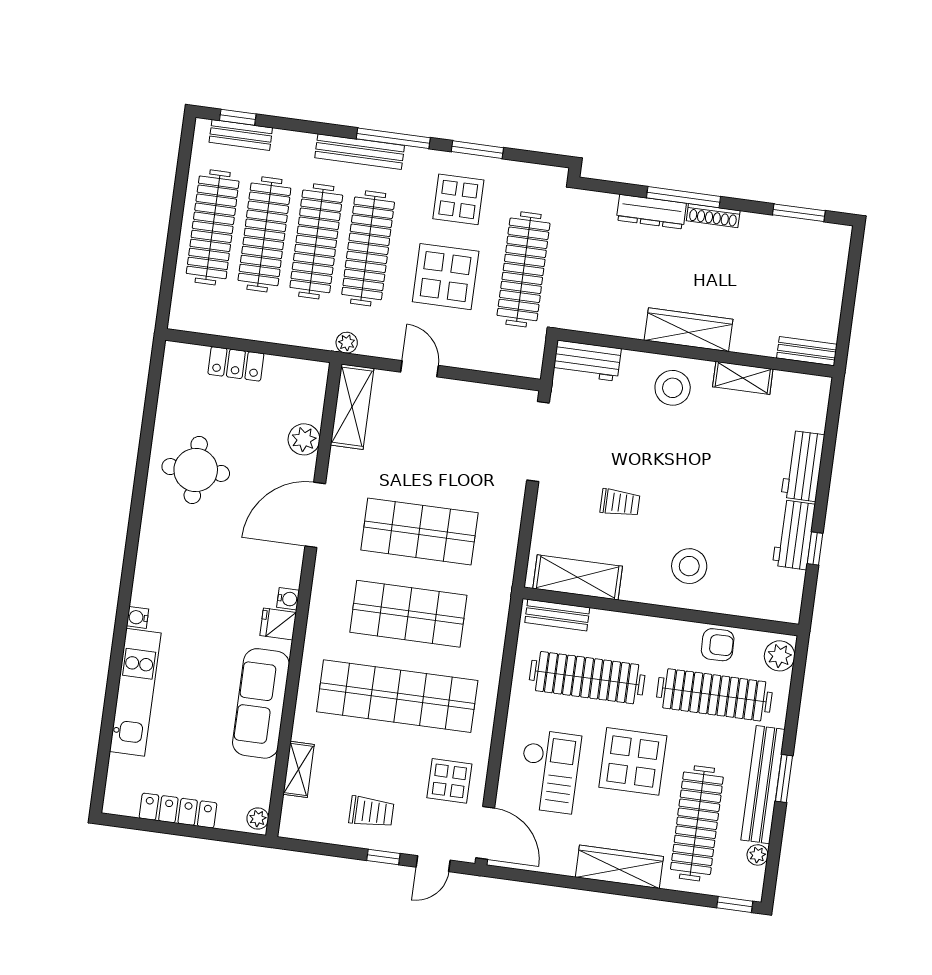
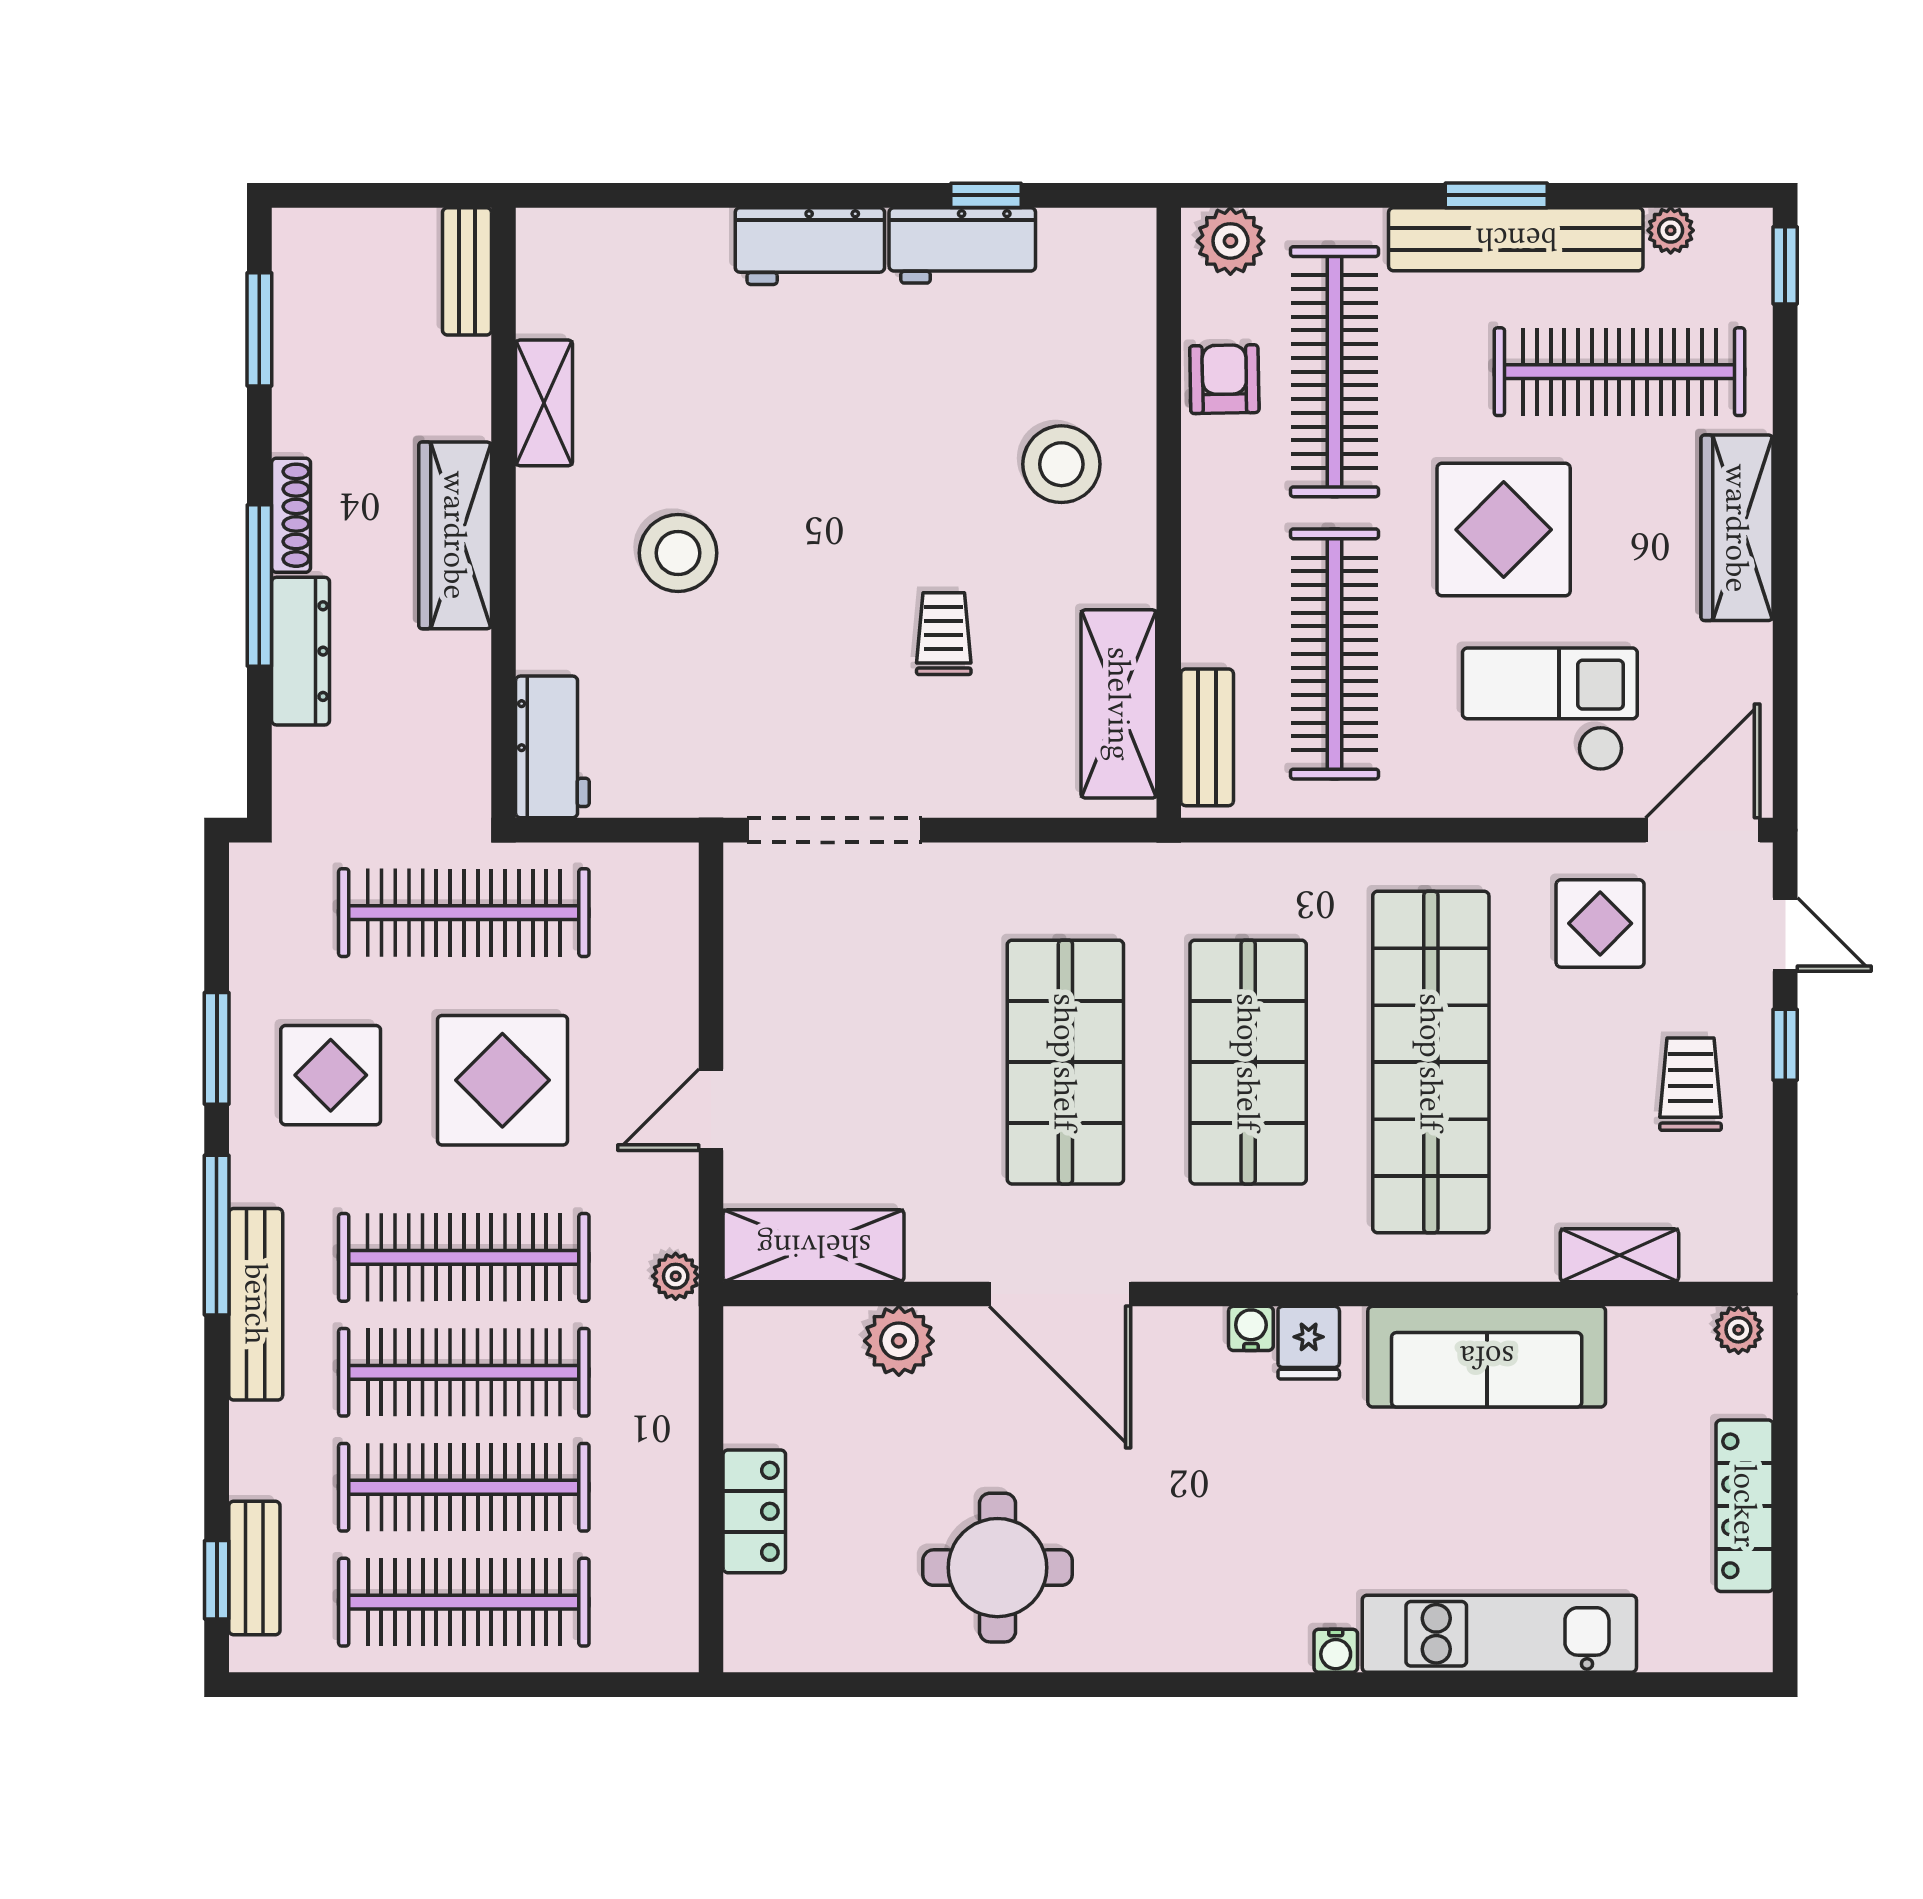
wardrobe: (689, 330) -> (455, 535), moved
bench: (807, 351) -> (467, 271), moved
wall: (696, 353) -> (504, 513), moved
workbench: (587, 361) -> (552, 747), moved
shelving: (743, 378) -> (544, 403), moved

